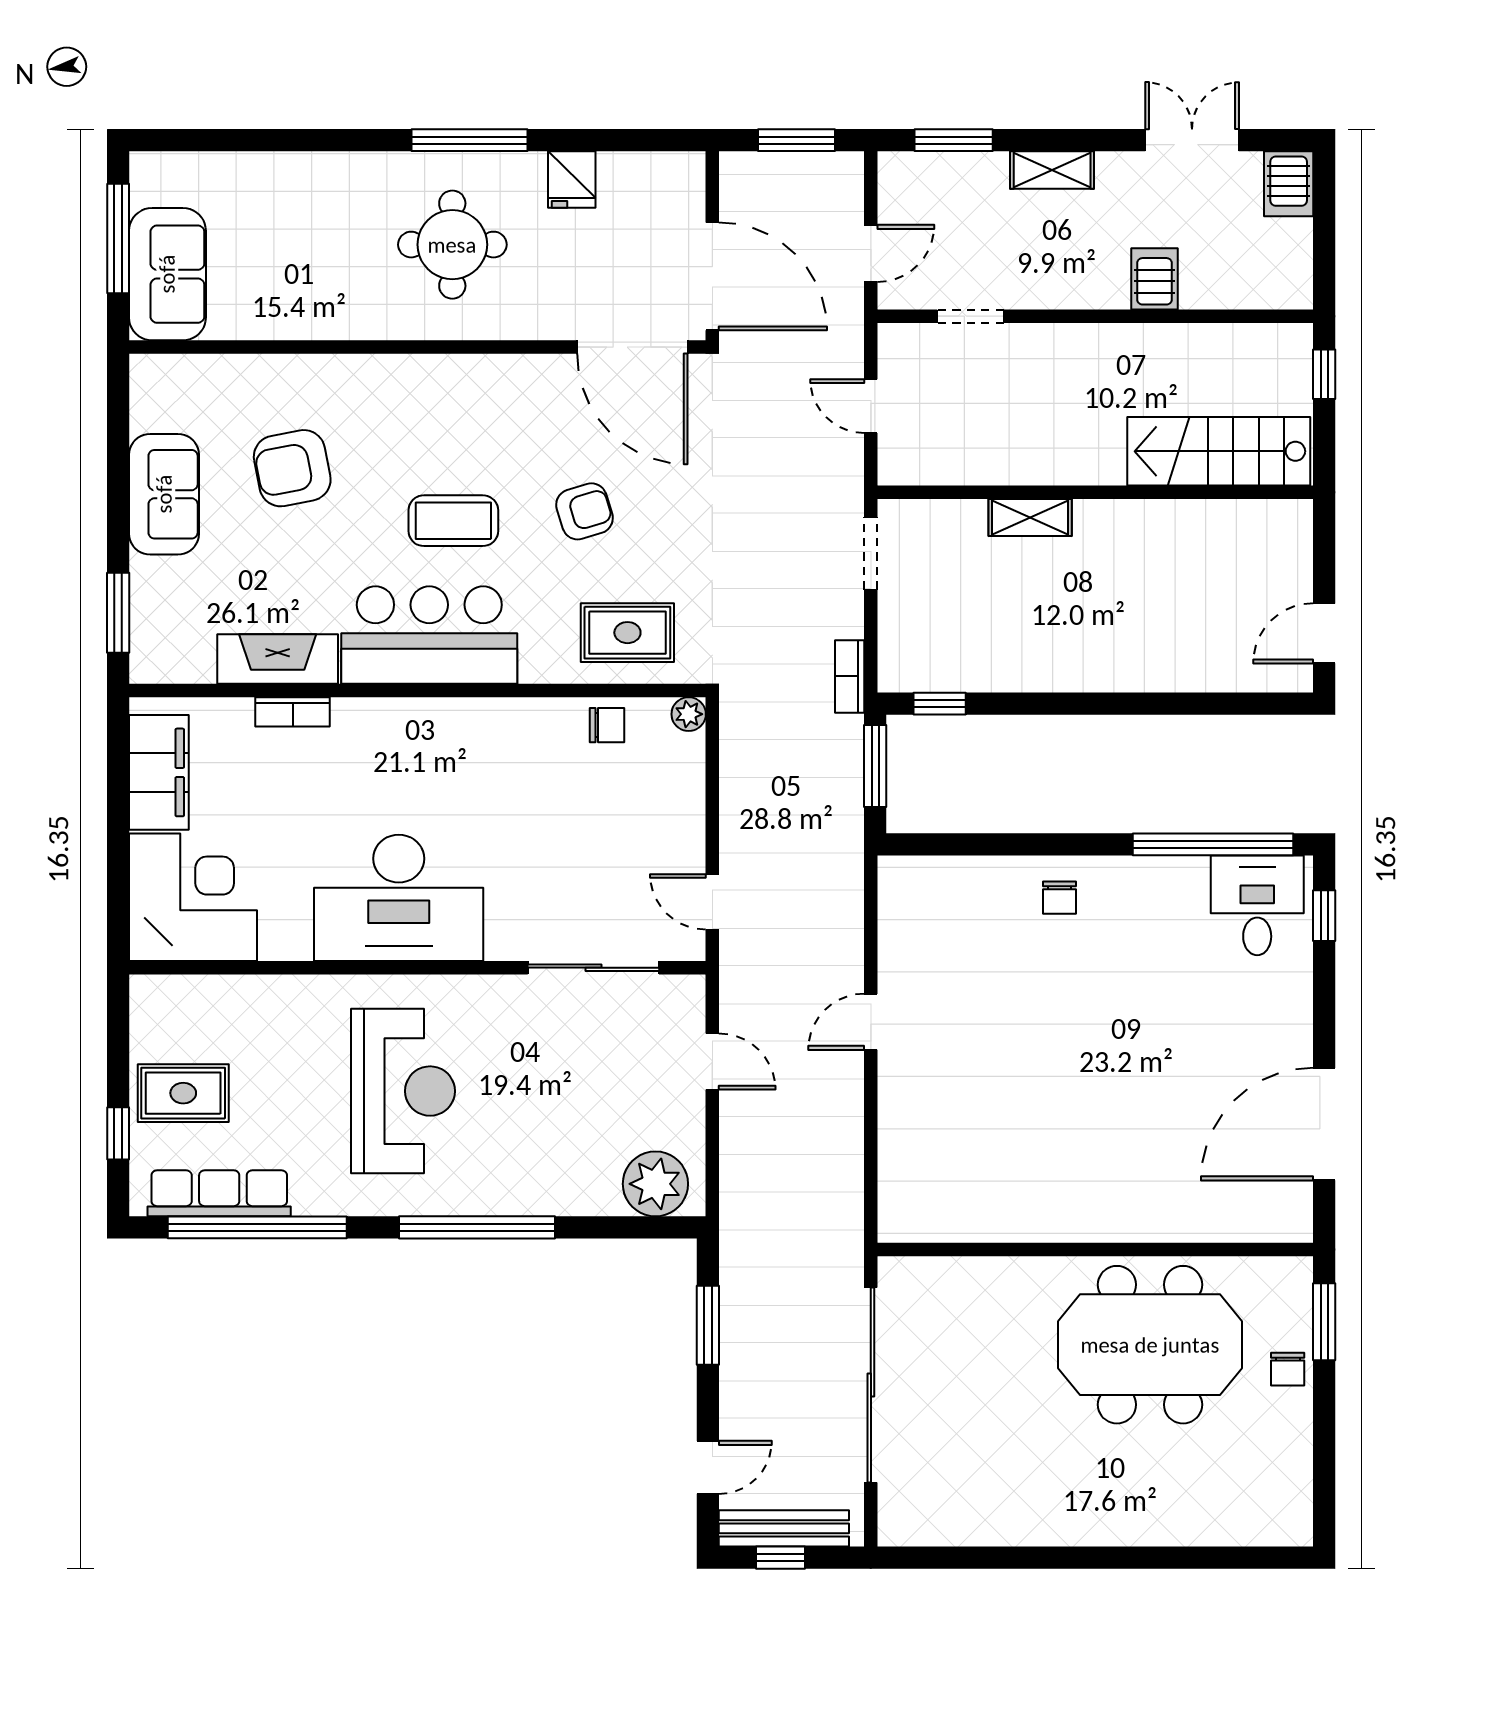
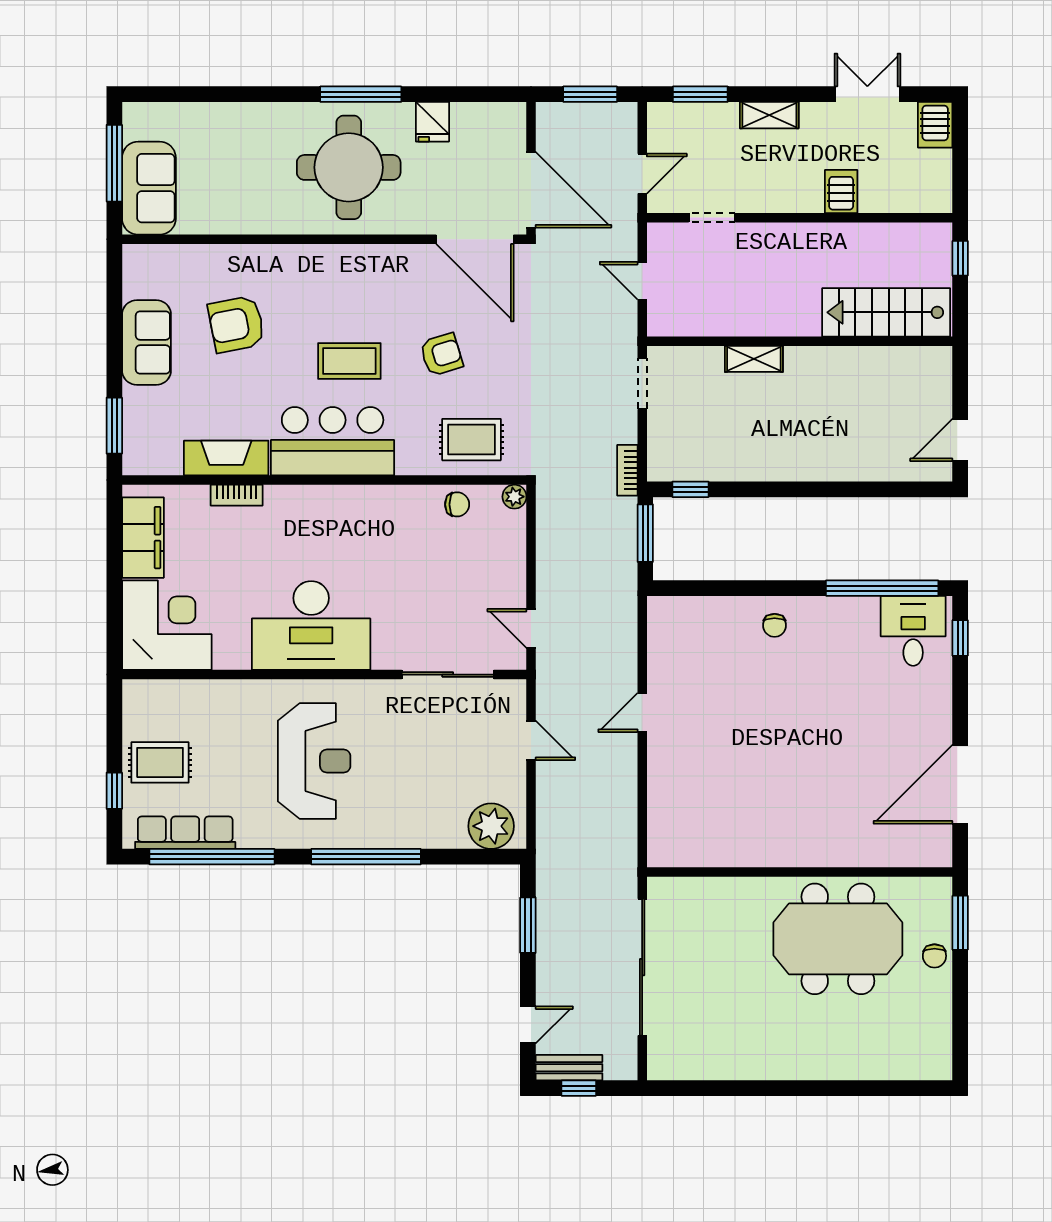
round table: (452, 245) -> (349, 167), width x1.36, depth x1.36
bench: (784, 1528) -> (569, 1068), width x0.73

